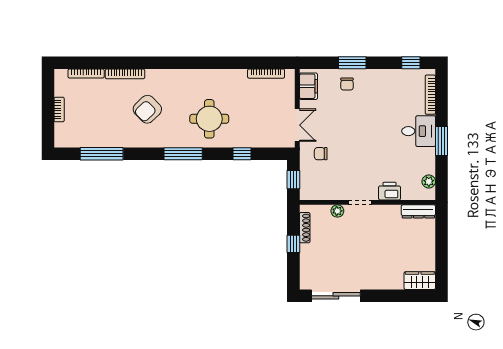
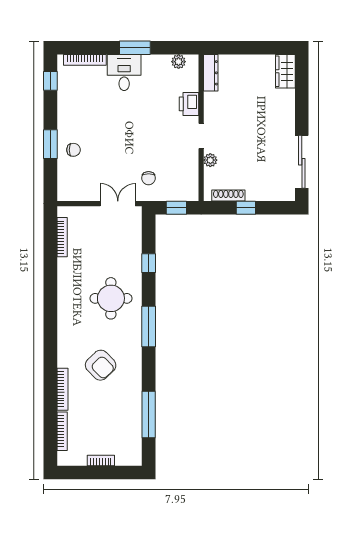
filing cabinet: (308, 86) -> (76, 191), removed

